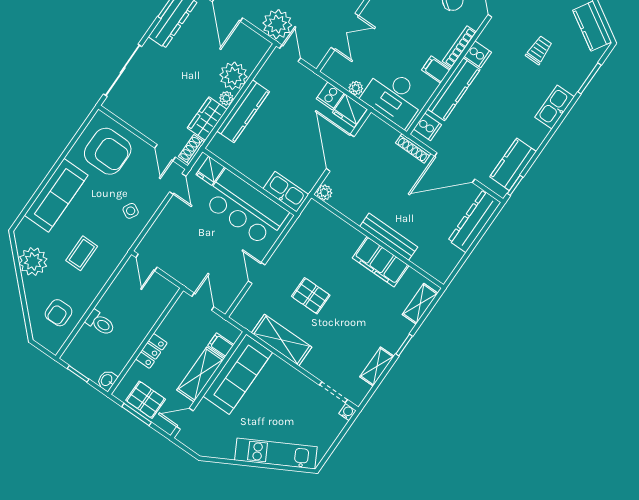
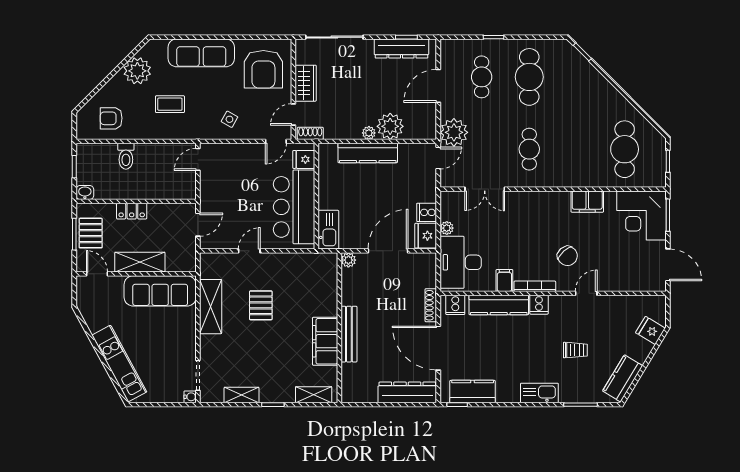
wardrobe: (207, 119) -> (306, 83), moved, turned 90
filing cabinet: (221, 345) -> (174, 262), removed

